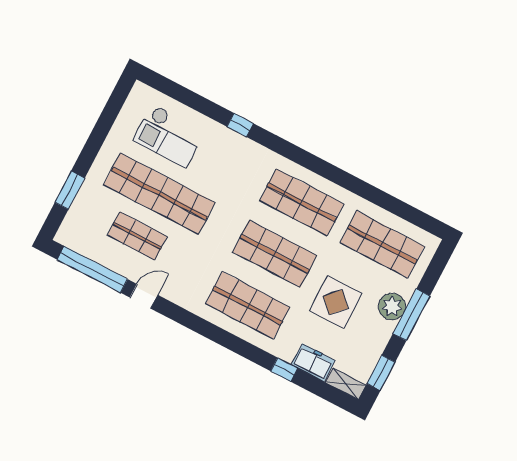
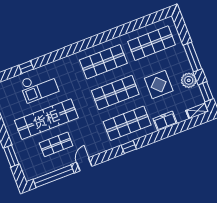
window: (240, 125) -> (26, 67), moved
checkout: (169, 136) -> (39, 86), moved
plant: (392, 307) -> (189, 80), moved
freezer: (313, 363) -> (165, 121), moved
window: (284, 370) -> (129, 147), moved

